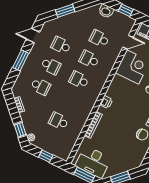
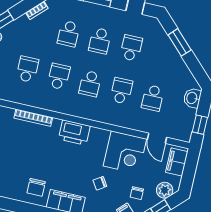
school desk: (99, 39) -> (153, 98), turned 180
school desk: (79, 80) -> (90, 84), turned 180
school desk: (69, 100) -> (59, 76), added
printer: (106, 102) -> (74, 133), width x1.87, depth x1.48

